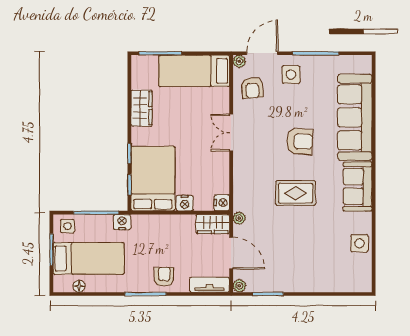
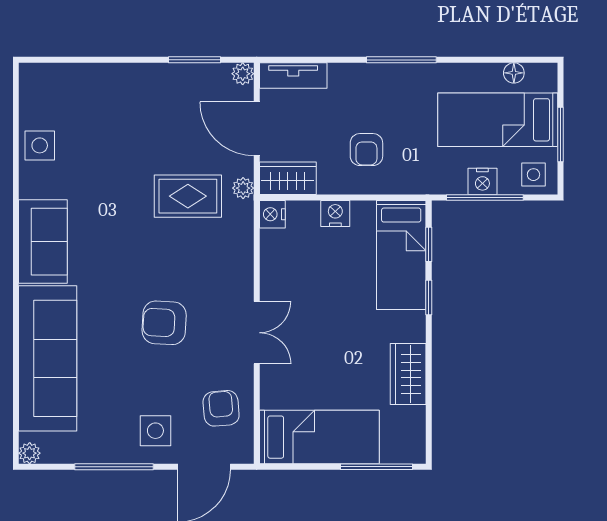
plant: (239, 61) -> (30, 453), moved
armchair: (300, 141) -> (164, 323), moved
bed: (153, 179) -> (401, 255), width x0.67
rug: (296, 193) -> (188, 196), moved
nightstand: (122, 222) -> (482, 181), moved
armchair: (164, 277) -> (366, 150), moved

